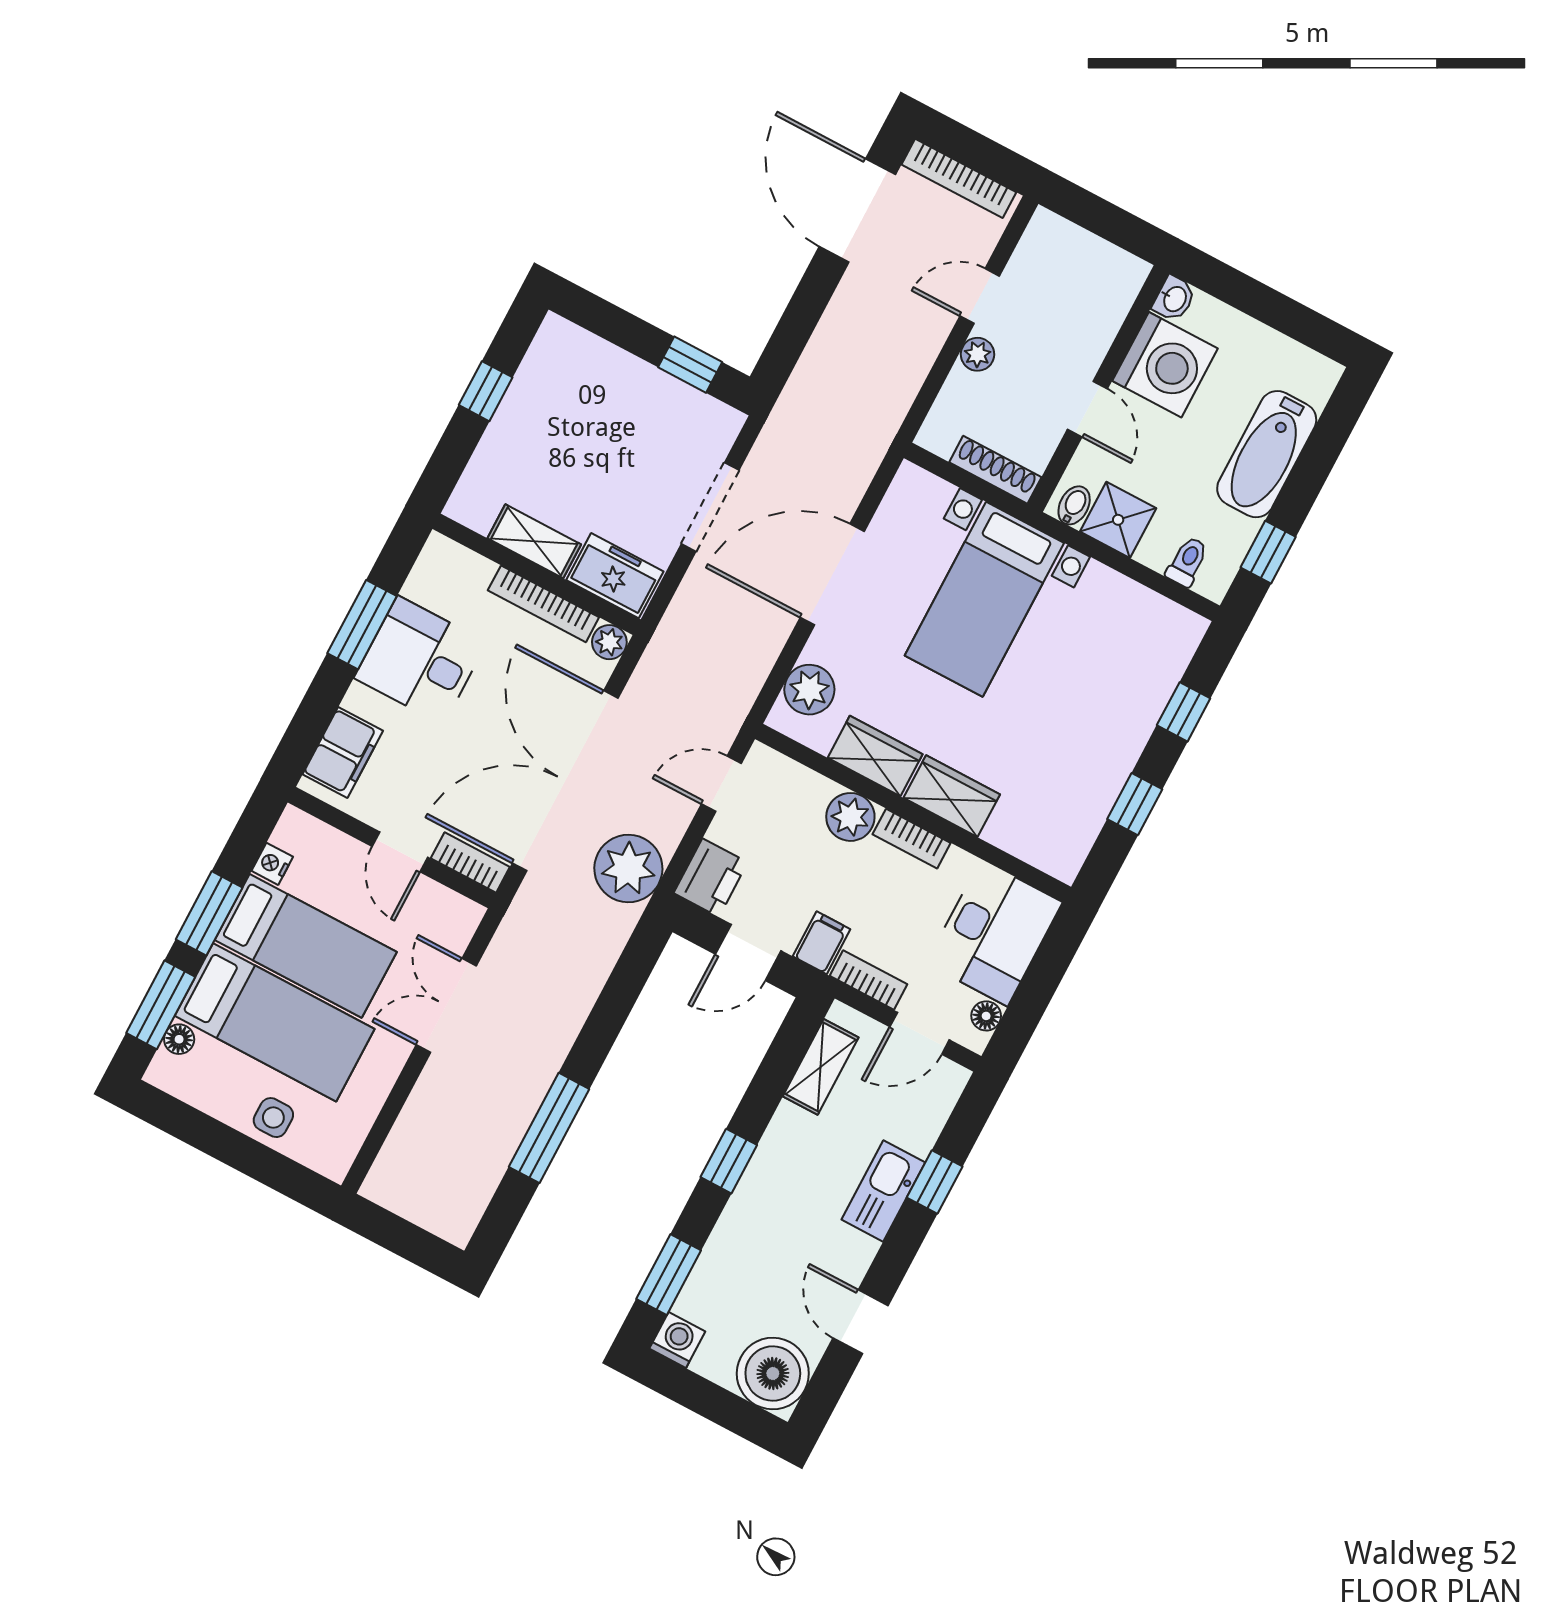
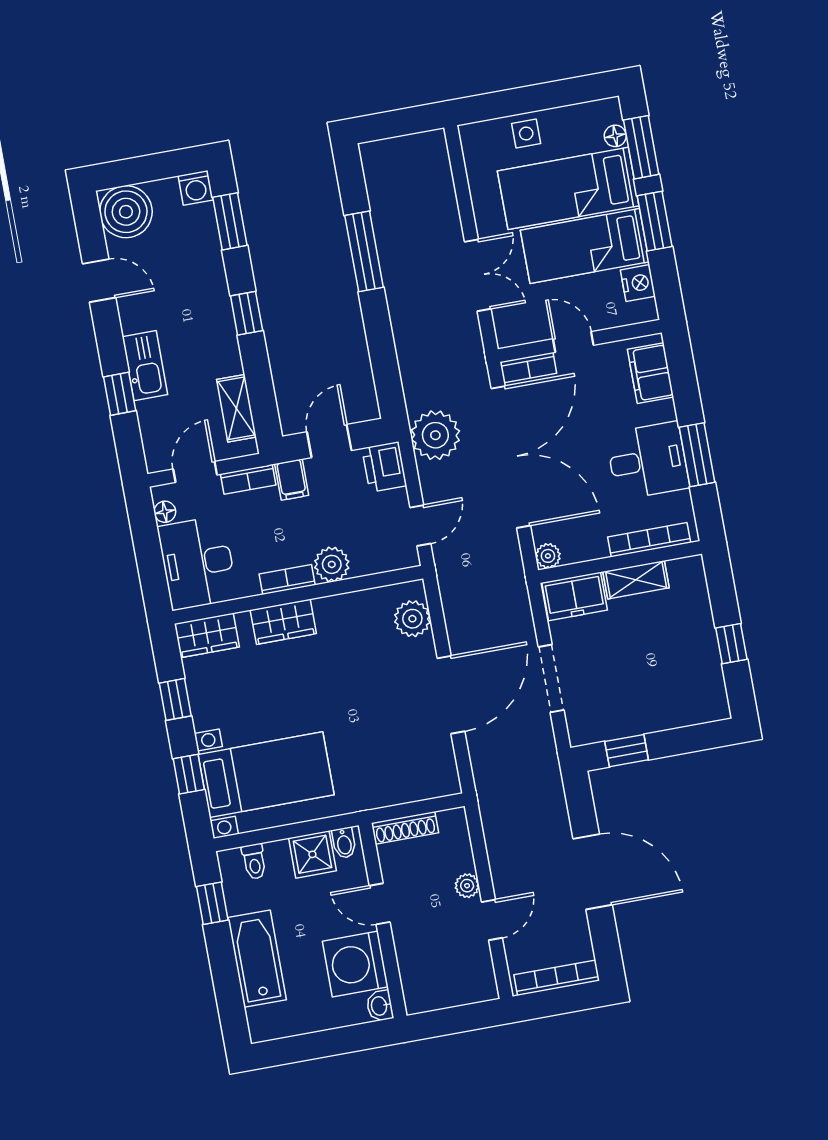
door: (857, 210) -> (593, 872), moved
bed with nightstands: (984, 599) -> (266, 775), moved, turned 90
bookcase: (543, 604) -> (649, 540), moved
wardrobe: (875, 756) -> (207, 635), moved
nightstand: (272, 864) -> (638, 283), width x1.39, depth x1.35

